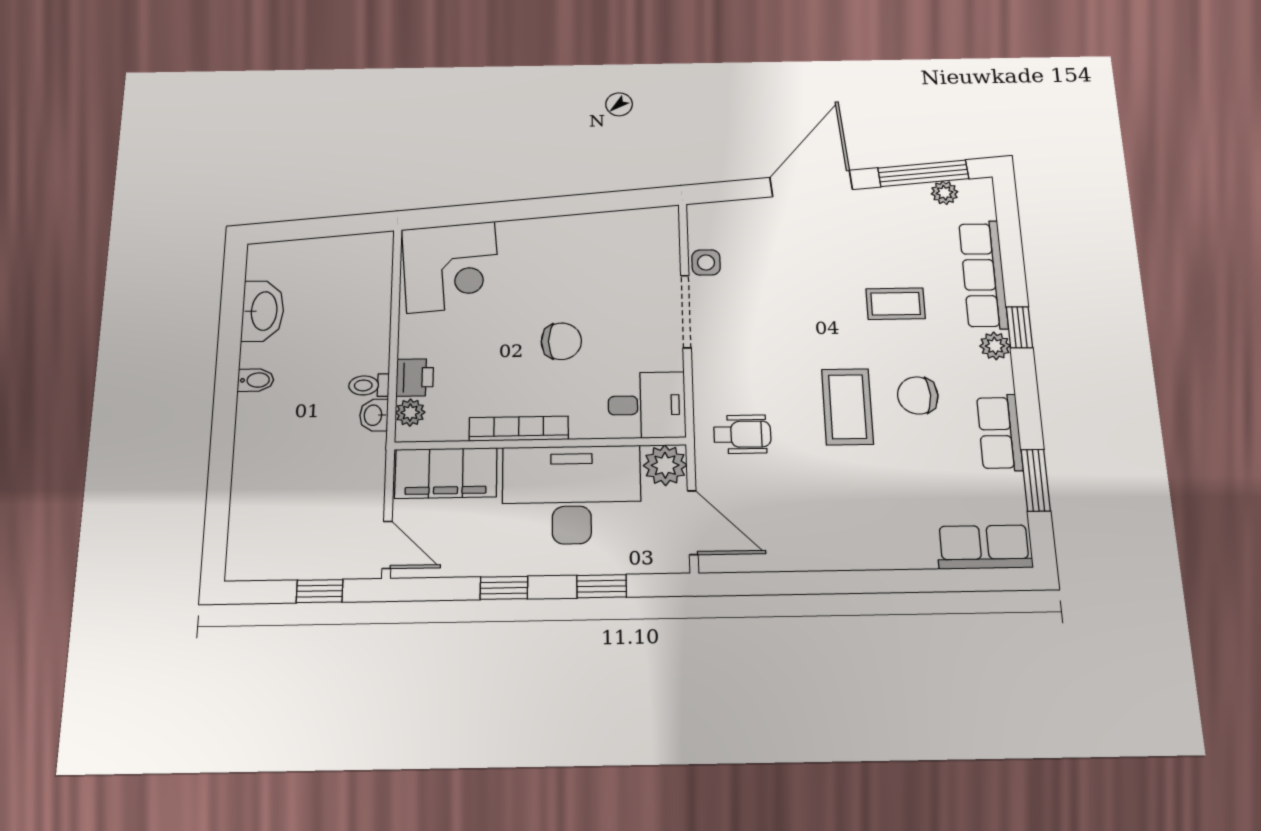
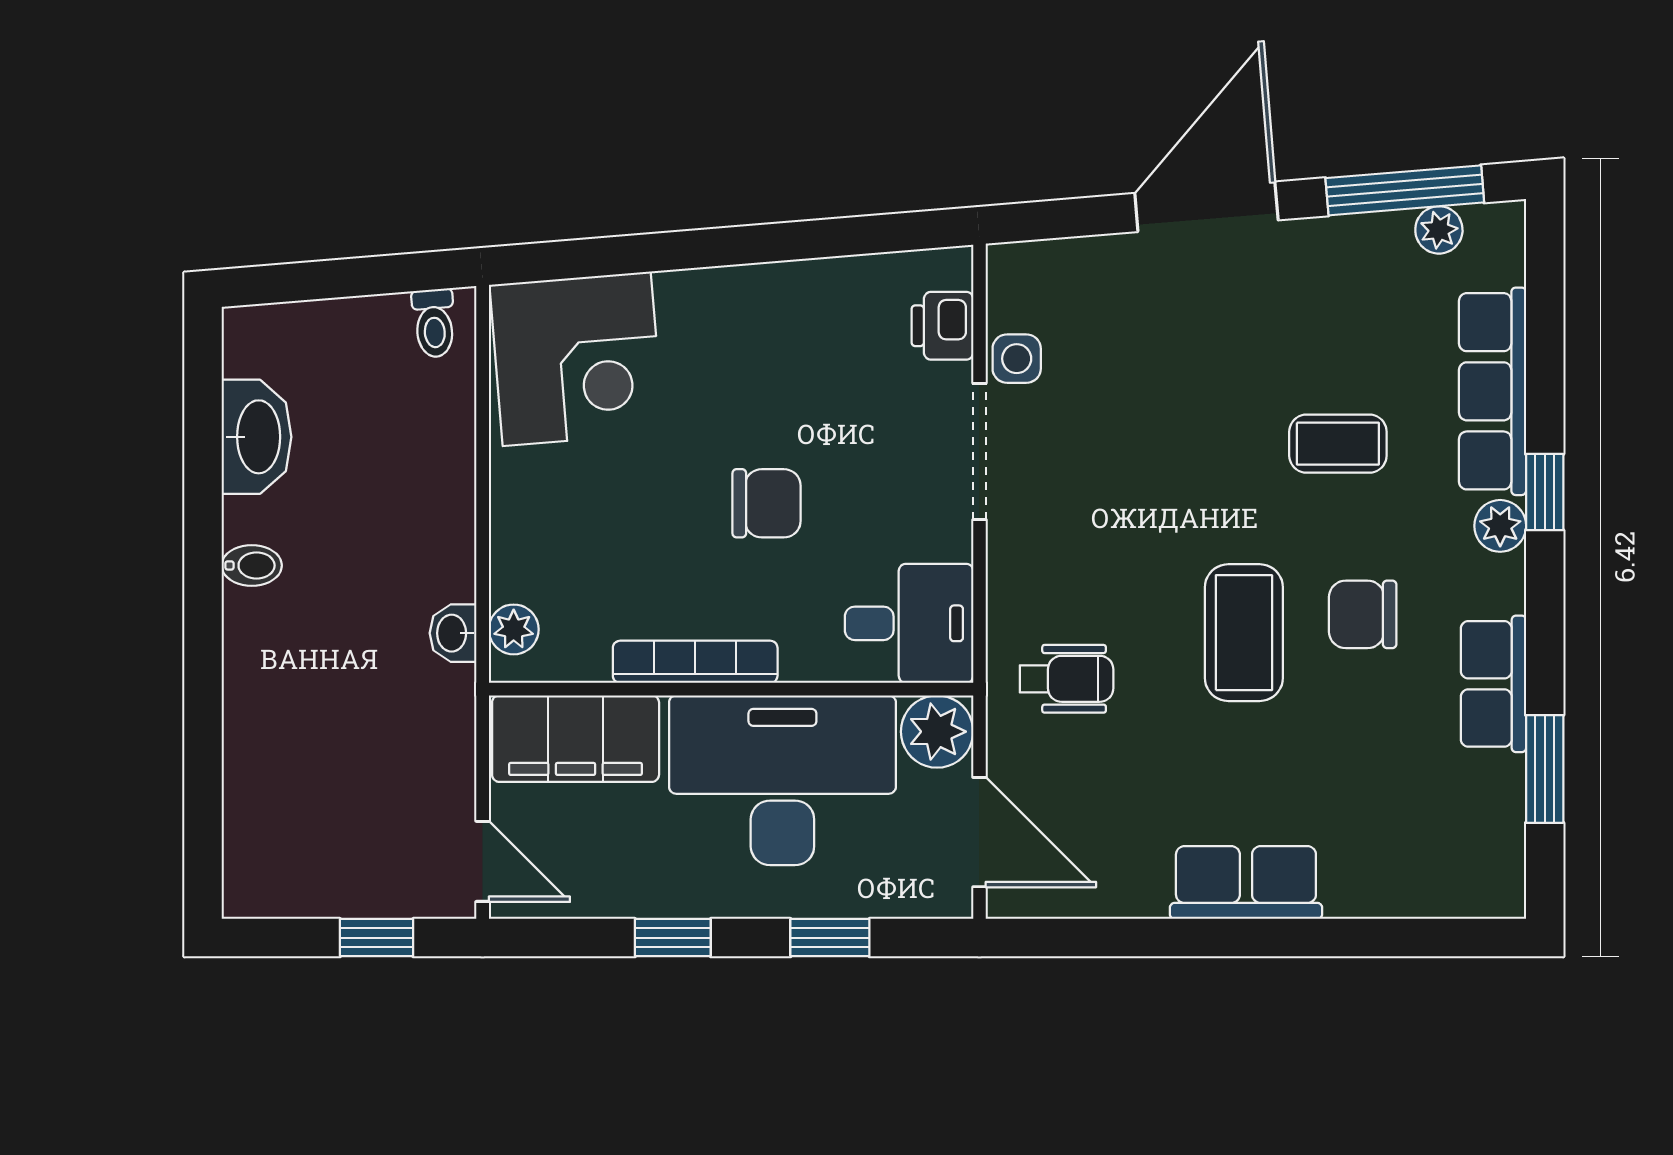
printer: (415, 377) -> (942, 326), moved, turned 180
toilet: (369, 385) -> (434, 323), moved, turned -95
row of seats: (984, 547) -> (1246, 883), moved

